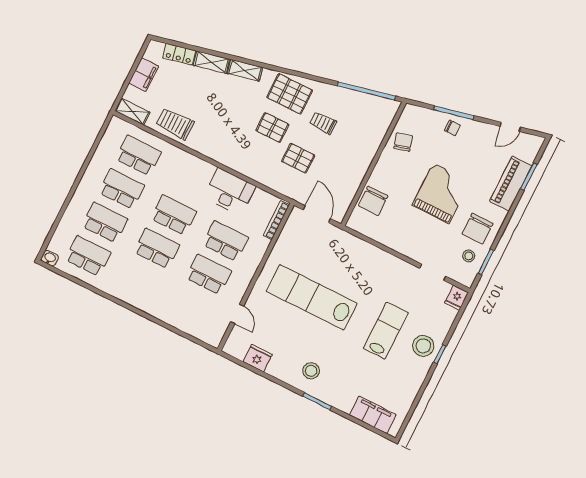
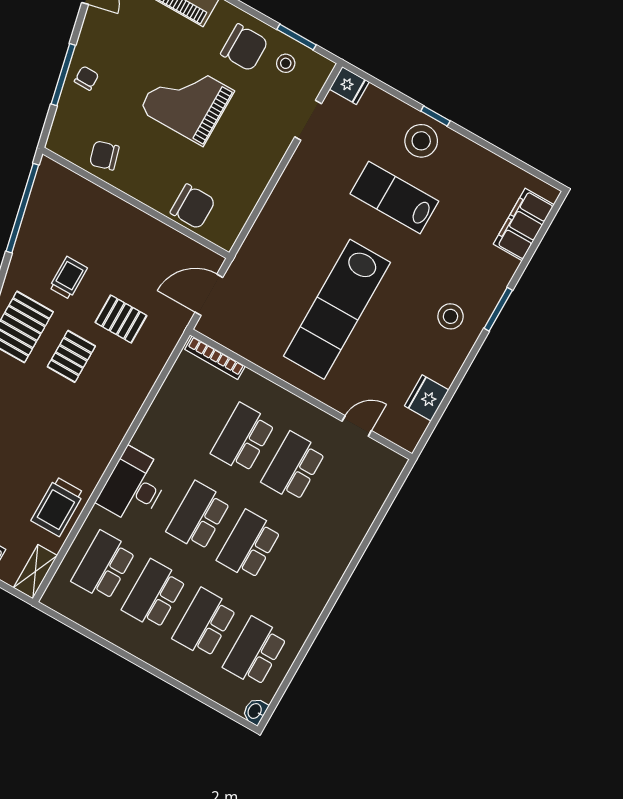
trolley: (323, 123) -> (68, 278), turned 180
pallet: (298, 158) -> (121, 319), turned 90
desk: (230, 192) -> (134, 486), moved

